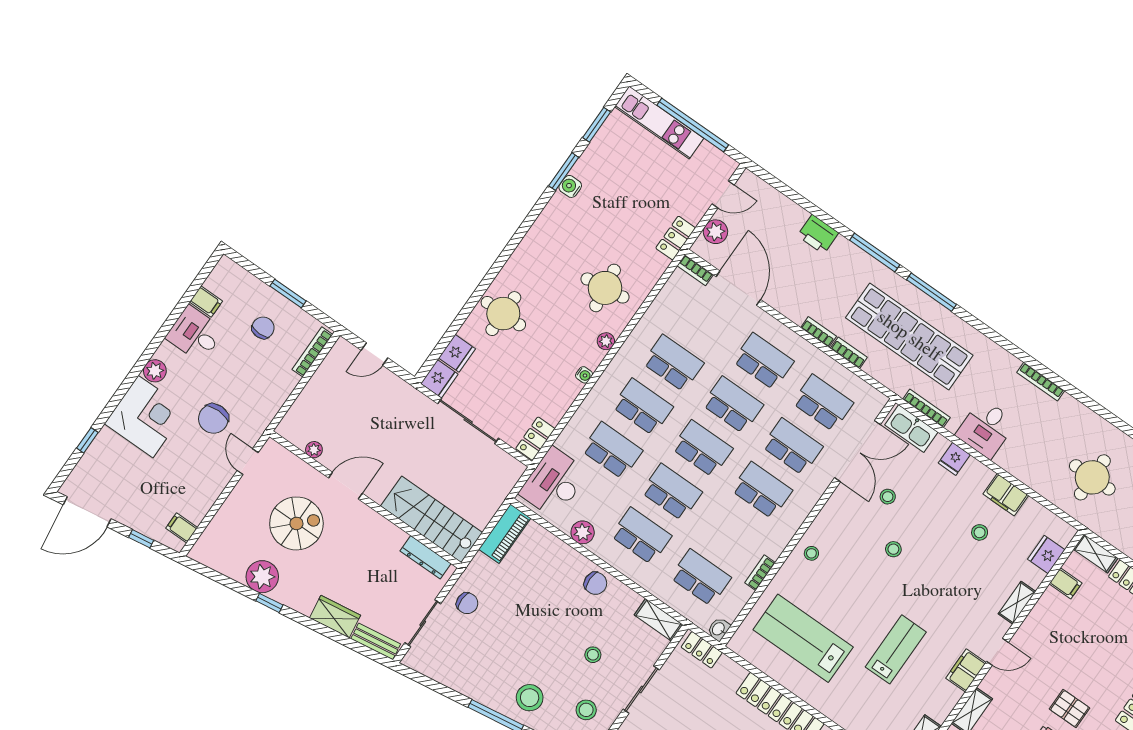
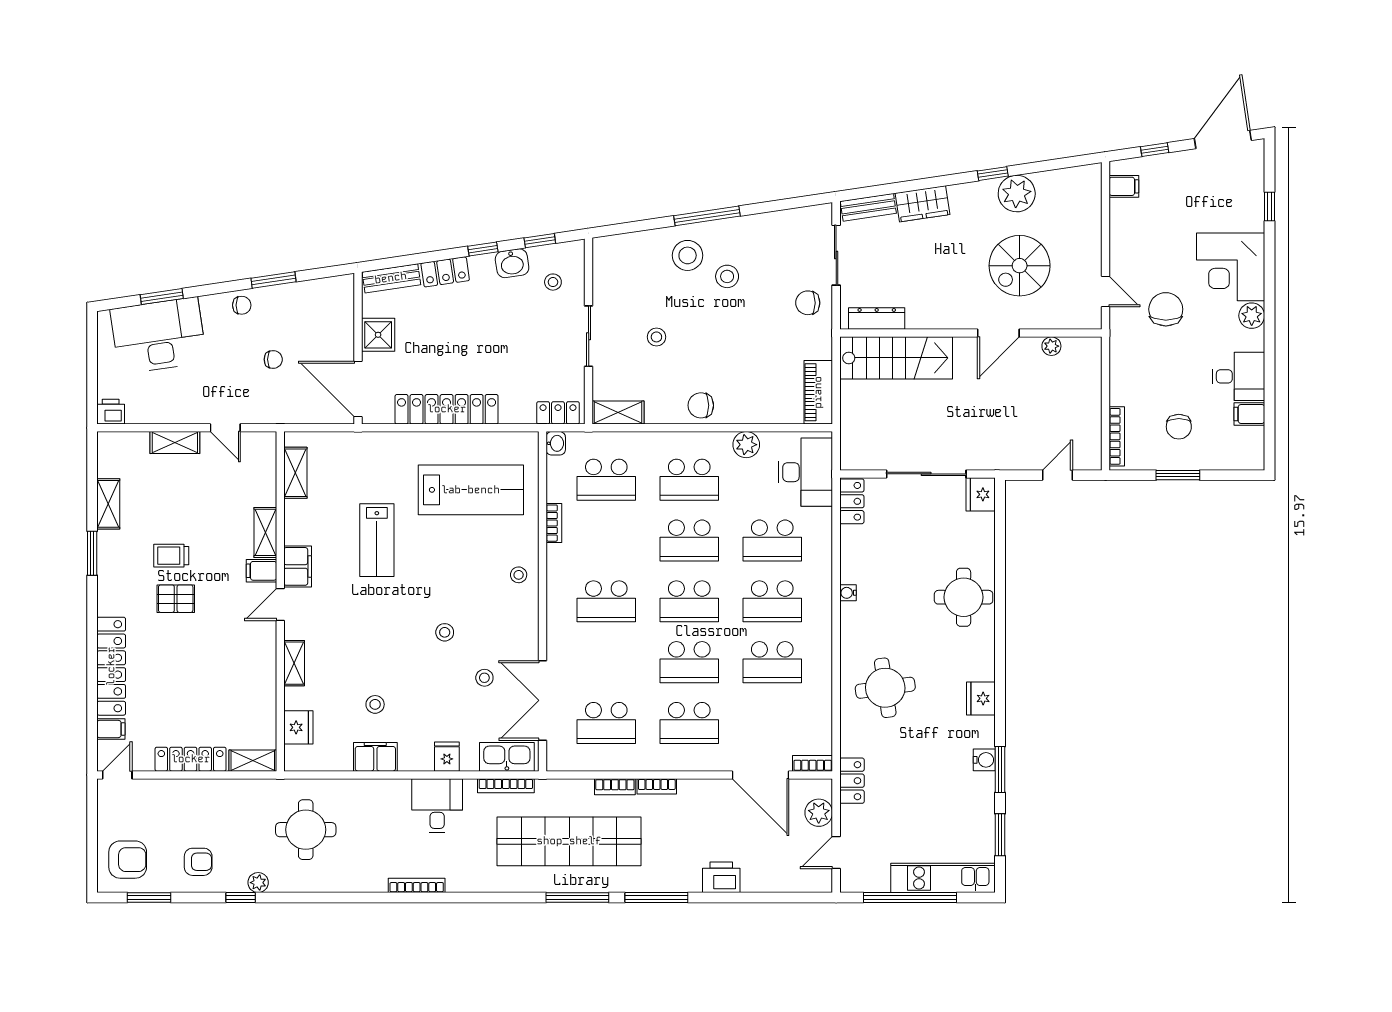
plant: (606, 341) -> (850, 639), removed
fridge: (457, 353) -> (981, 698), moved
school desk: (792, 447) -> (606, 662), removed
filing cabinet: (1065, 583) -> (261, 571), moved
stool: (586, 710) -> (727, 276), moved

